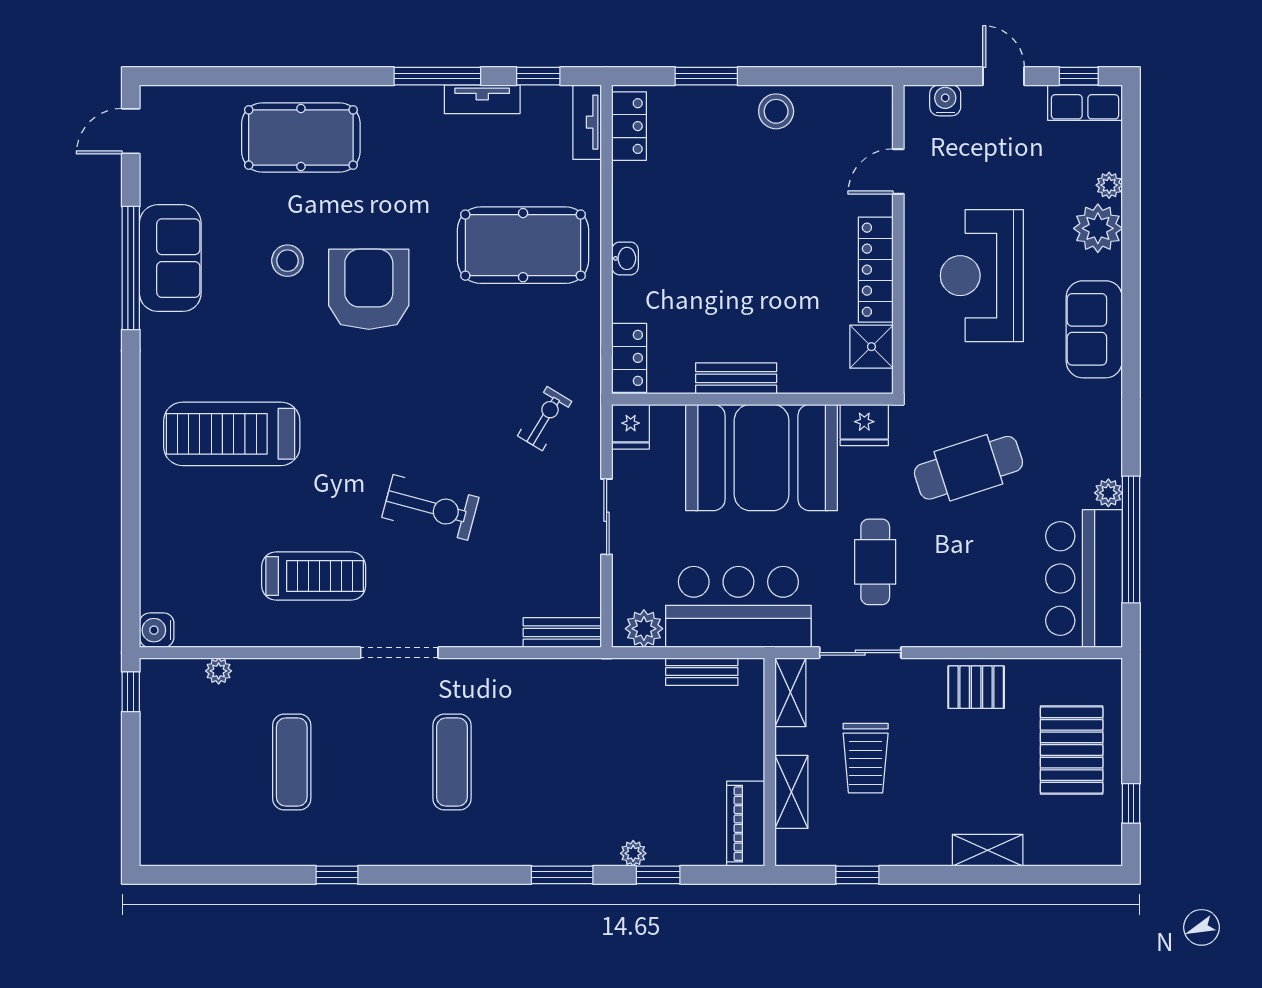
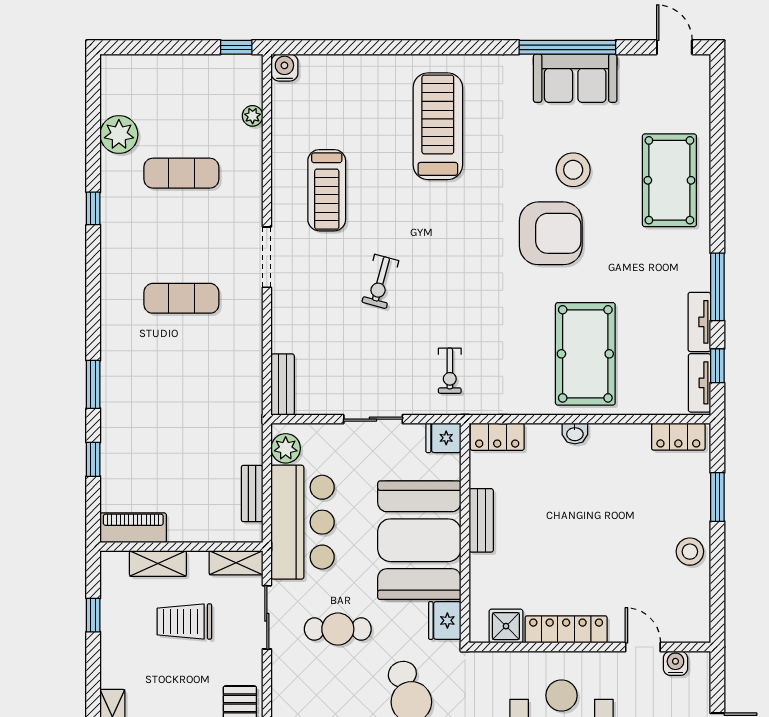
water cooler: (945, 100) -> (675, 663), moved, turned -90
tv unit: (587, 122) -> (699, 383), moved, turned -90
stool: (287, 261) -> (573, 170), width x1.38, depth x1.38
exercise bike: (545, 419) -> (450, 371), turned 59
exercise bike: (430, 507) -> (380, 281), width x0.73, depth x0.72
plant: (633, 853) -> (119, 134), moved, width x1.88, depth x1.88

